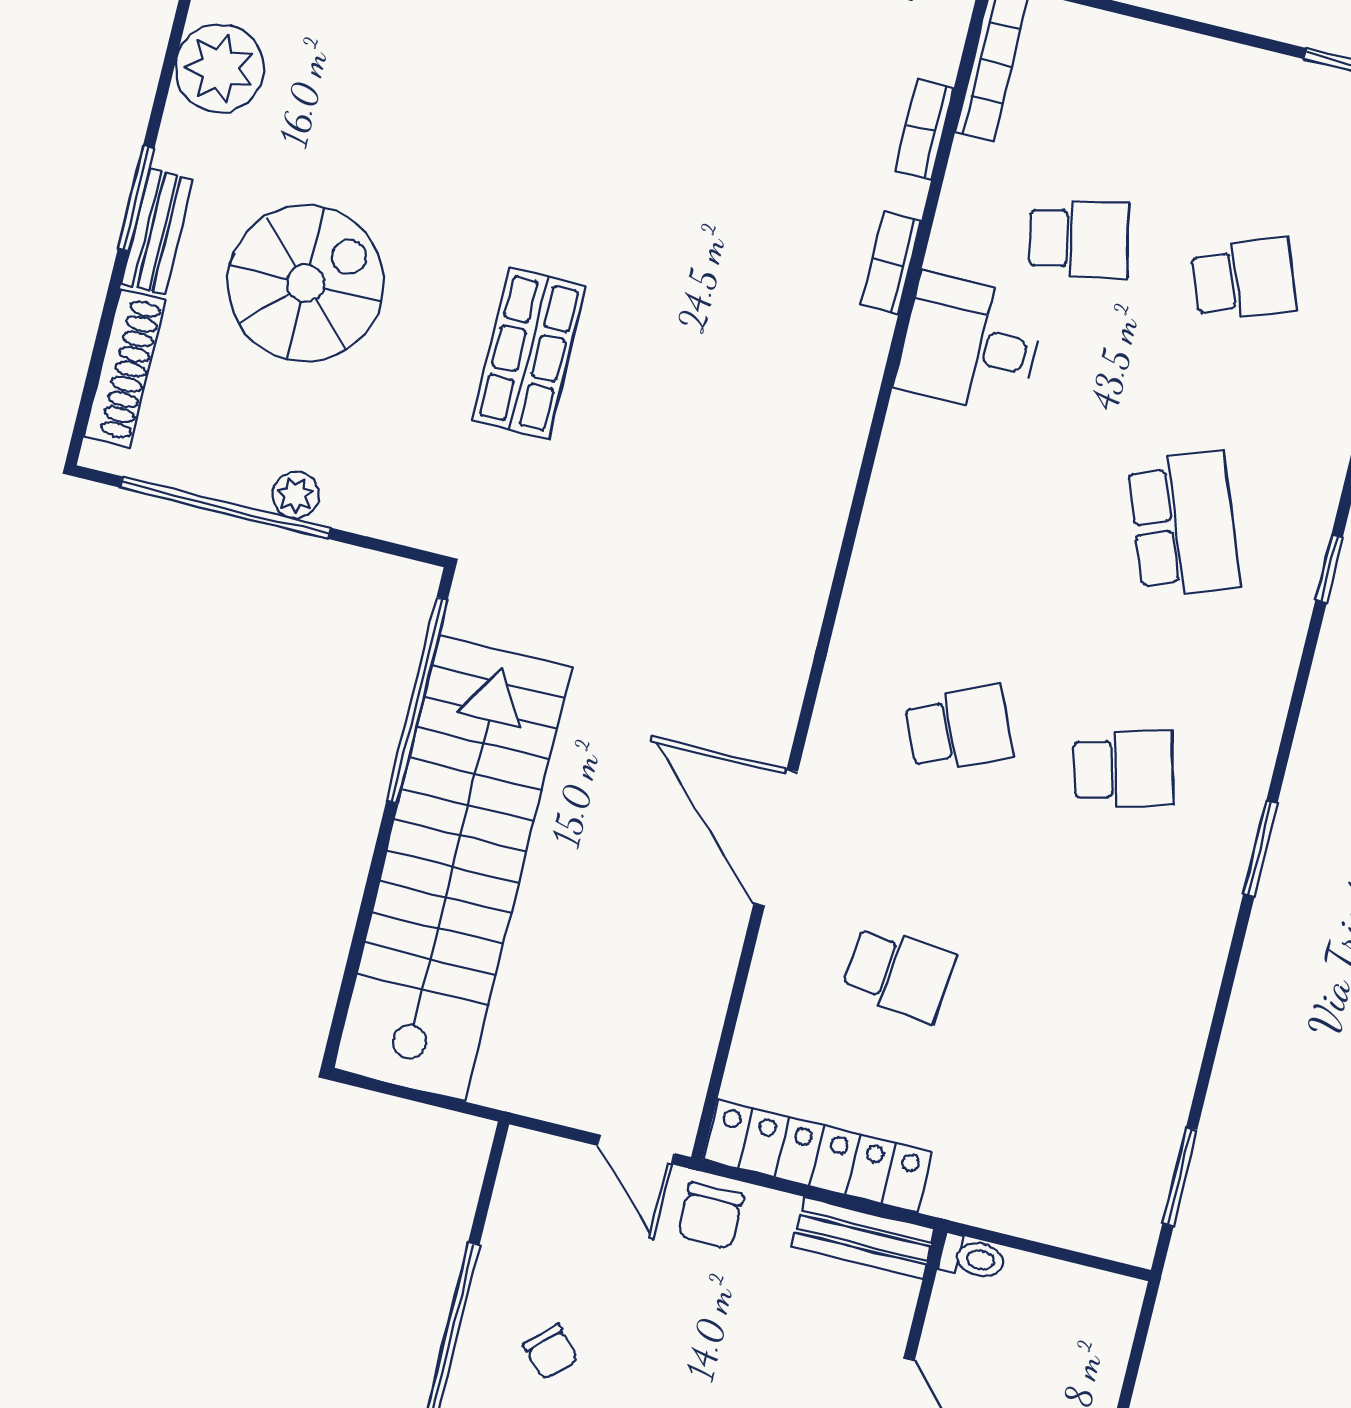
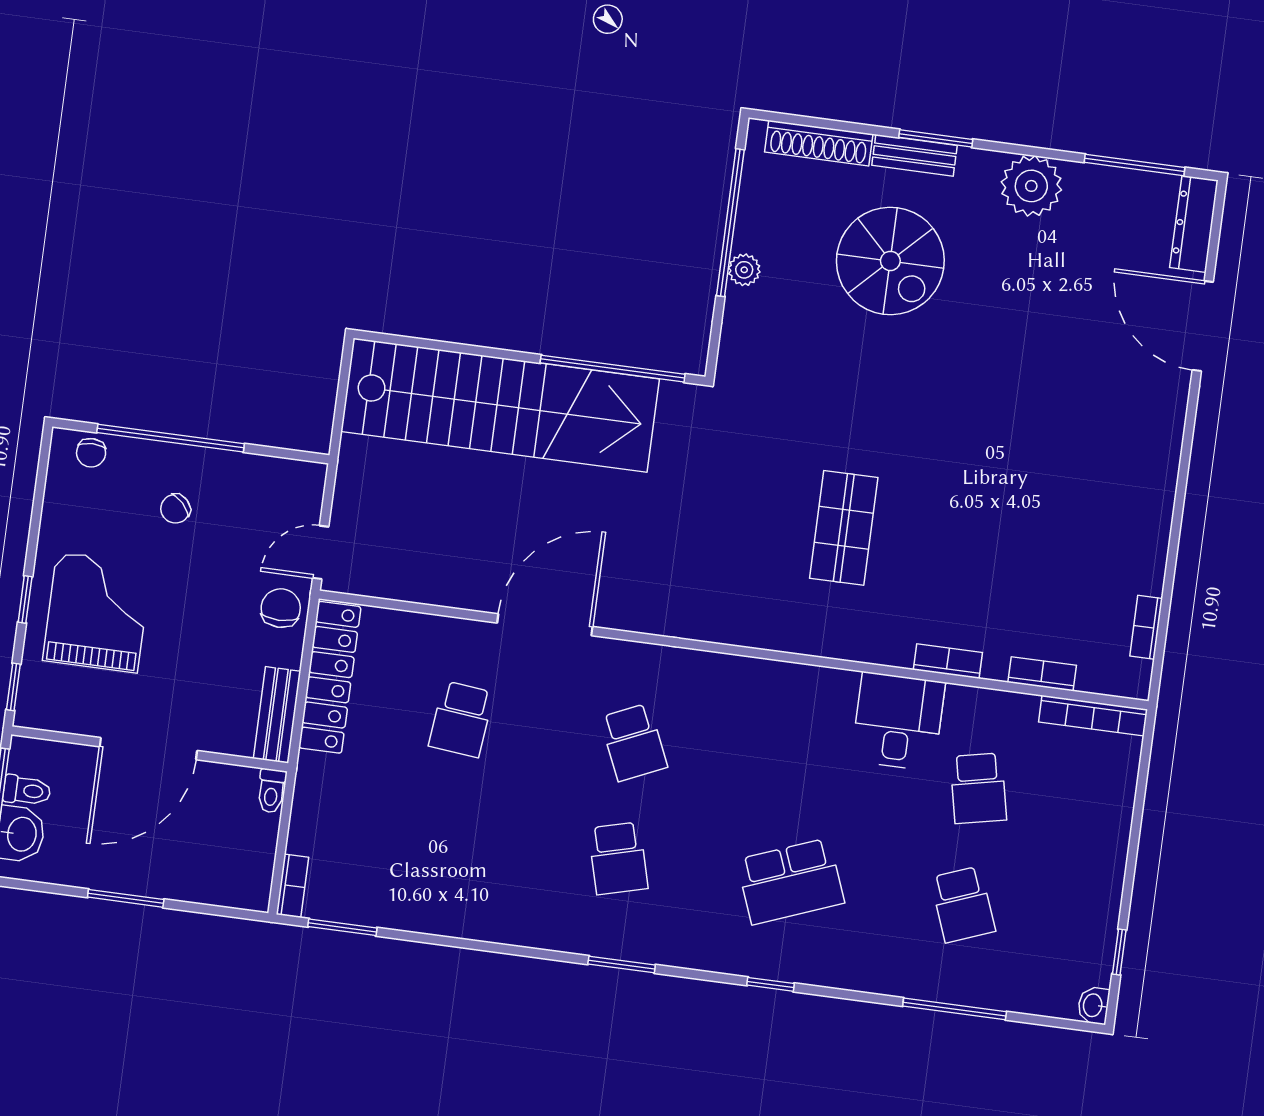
shop shelf: (529, 353) -> (844, 528), moved, turned 90
window: (1260, 849) -> (622, 964), moved
chair: (710, 1216) -> (281, 608), turned 90
bookcase: (1112, 1242) -> (292, 886), added

